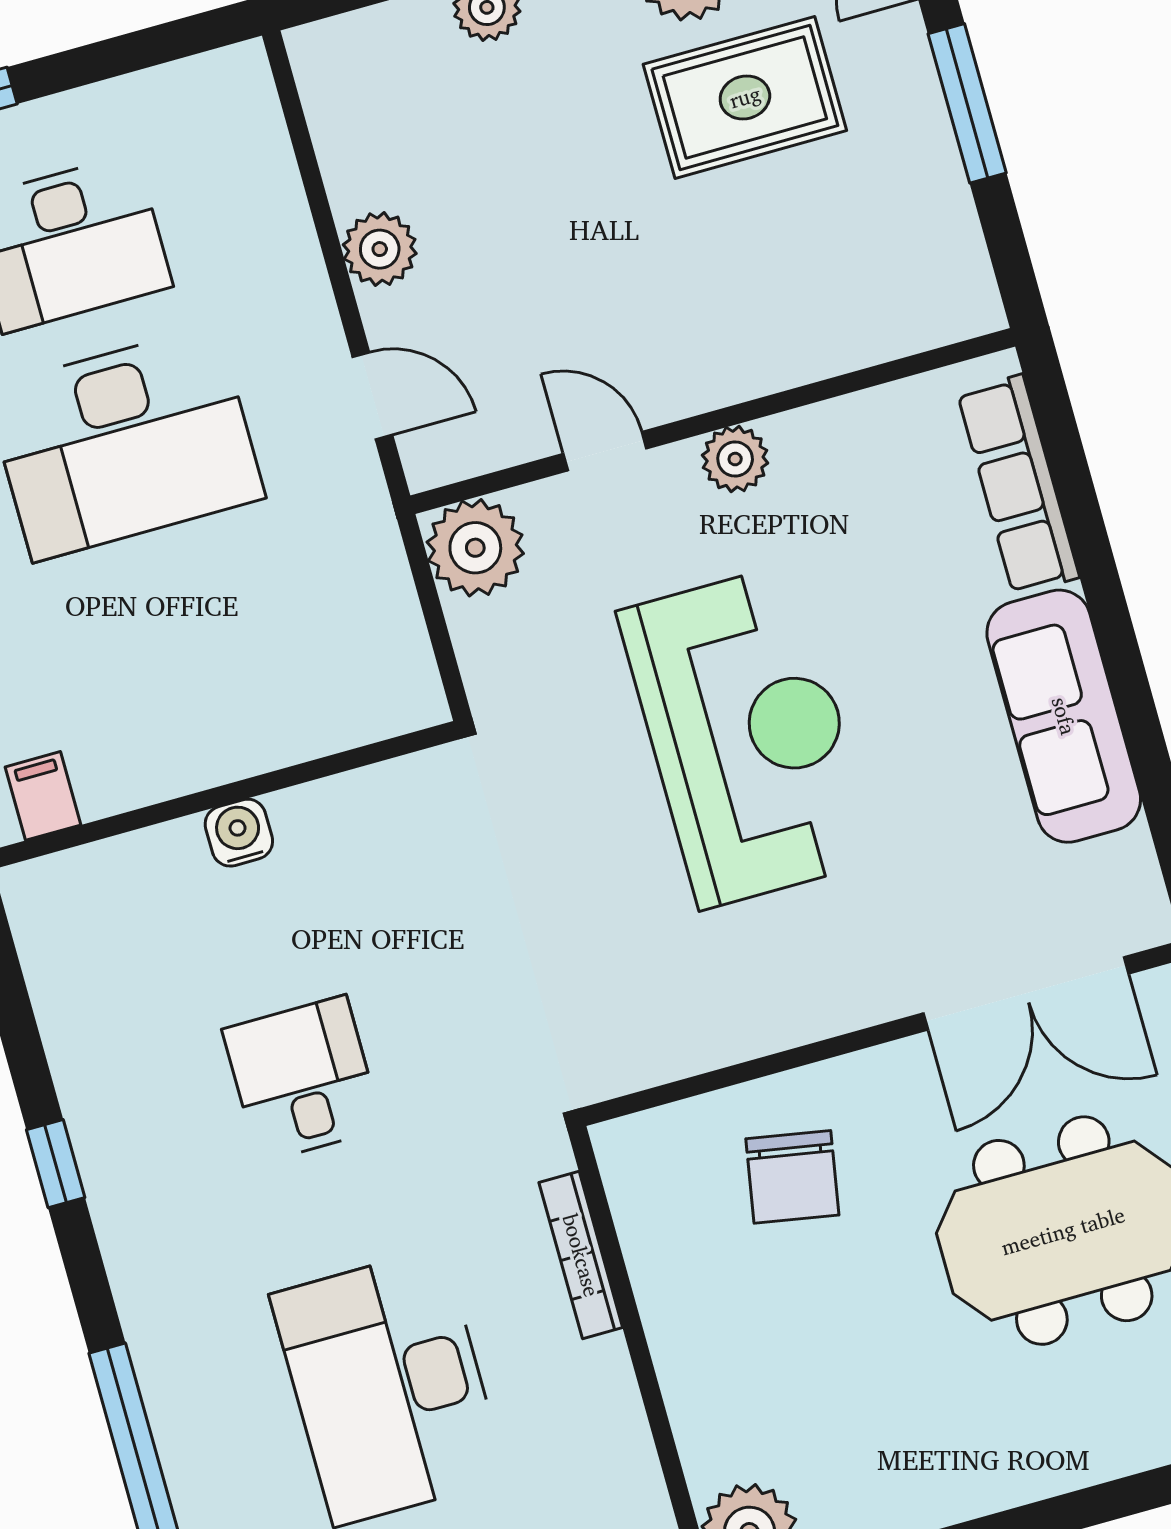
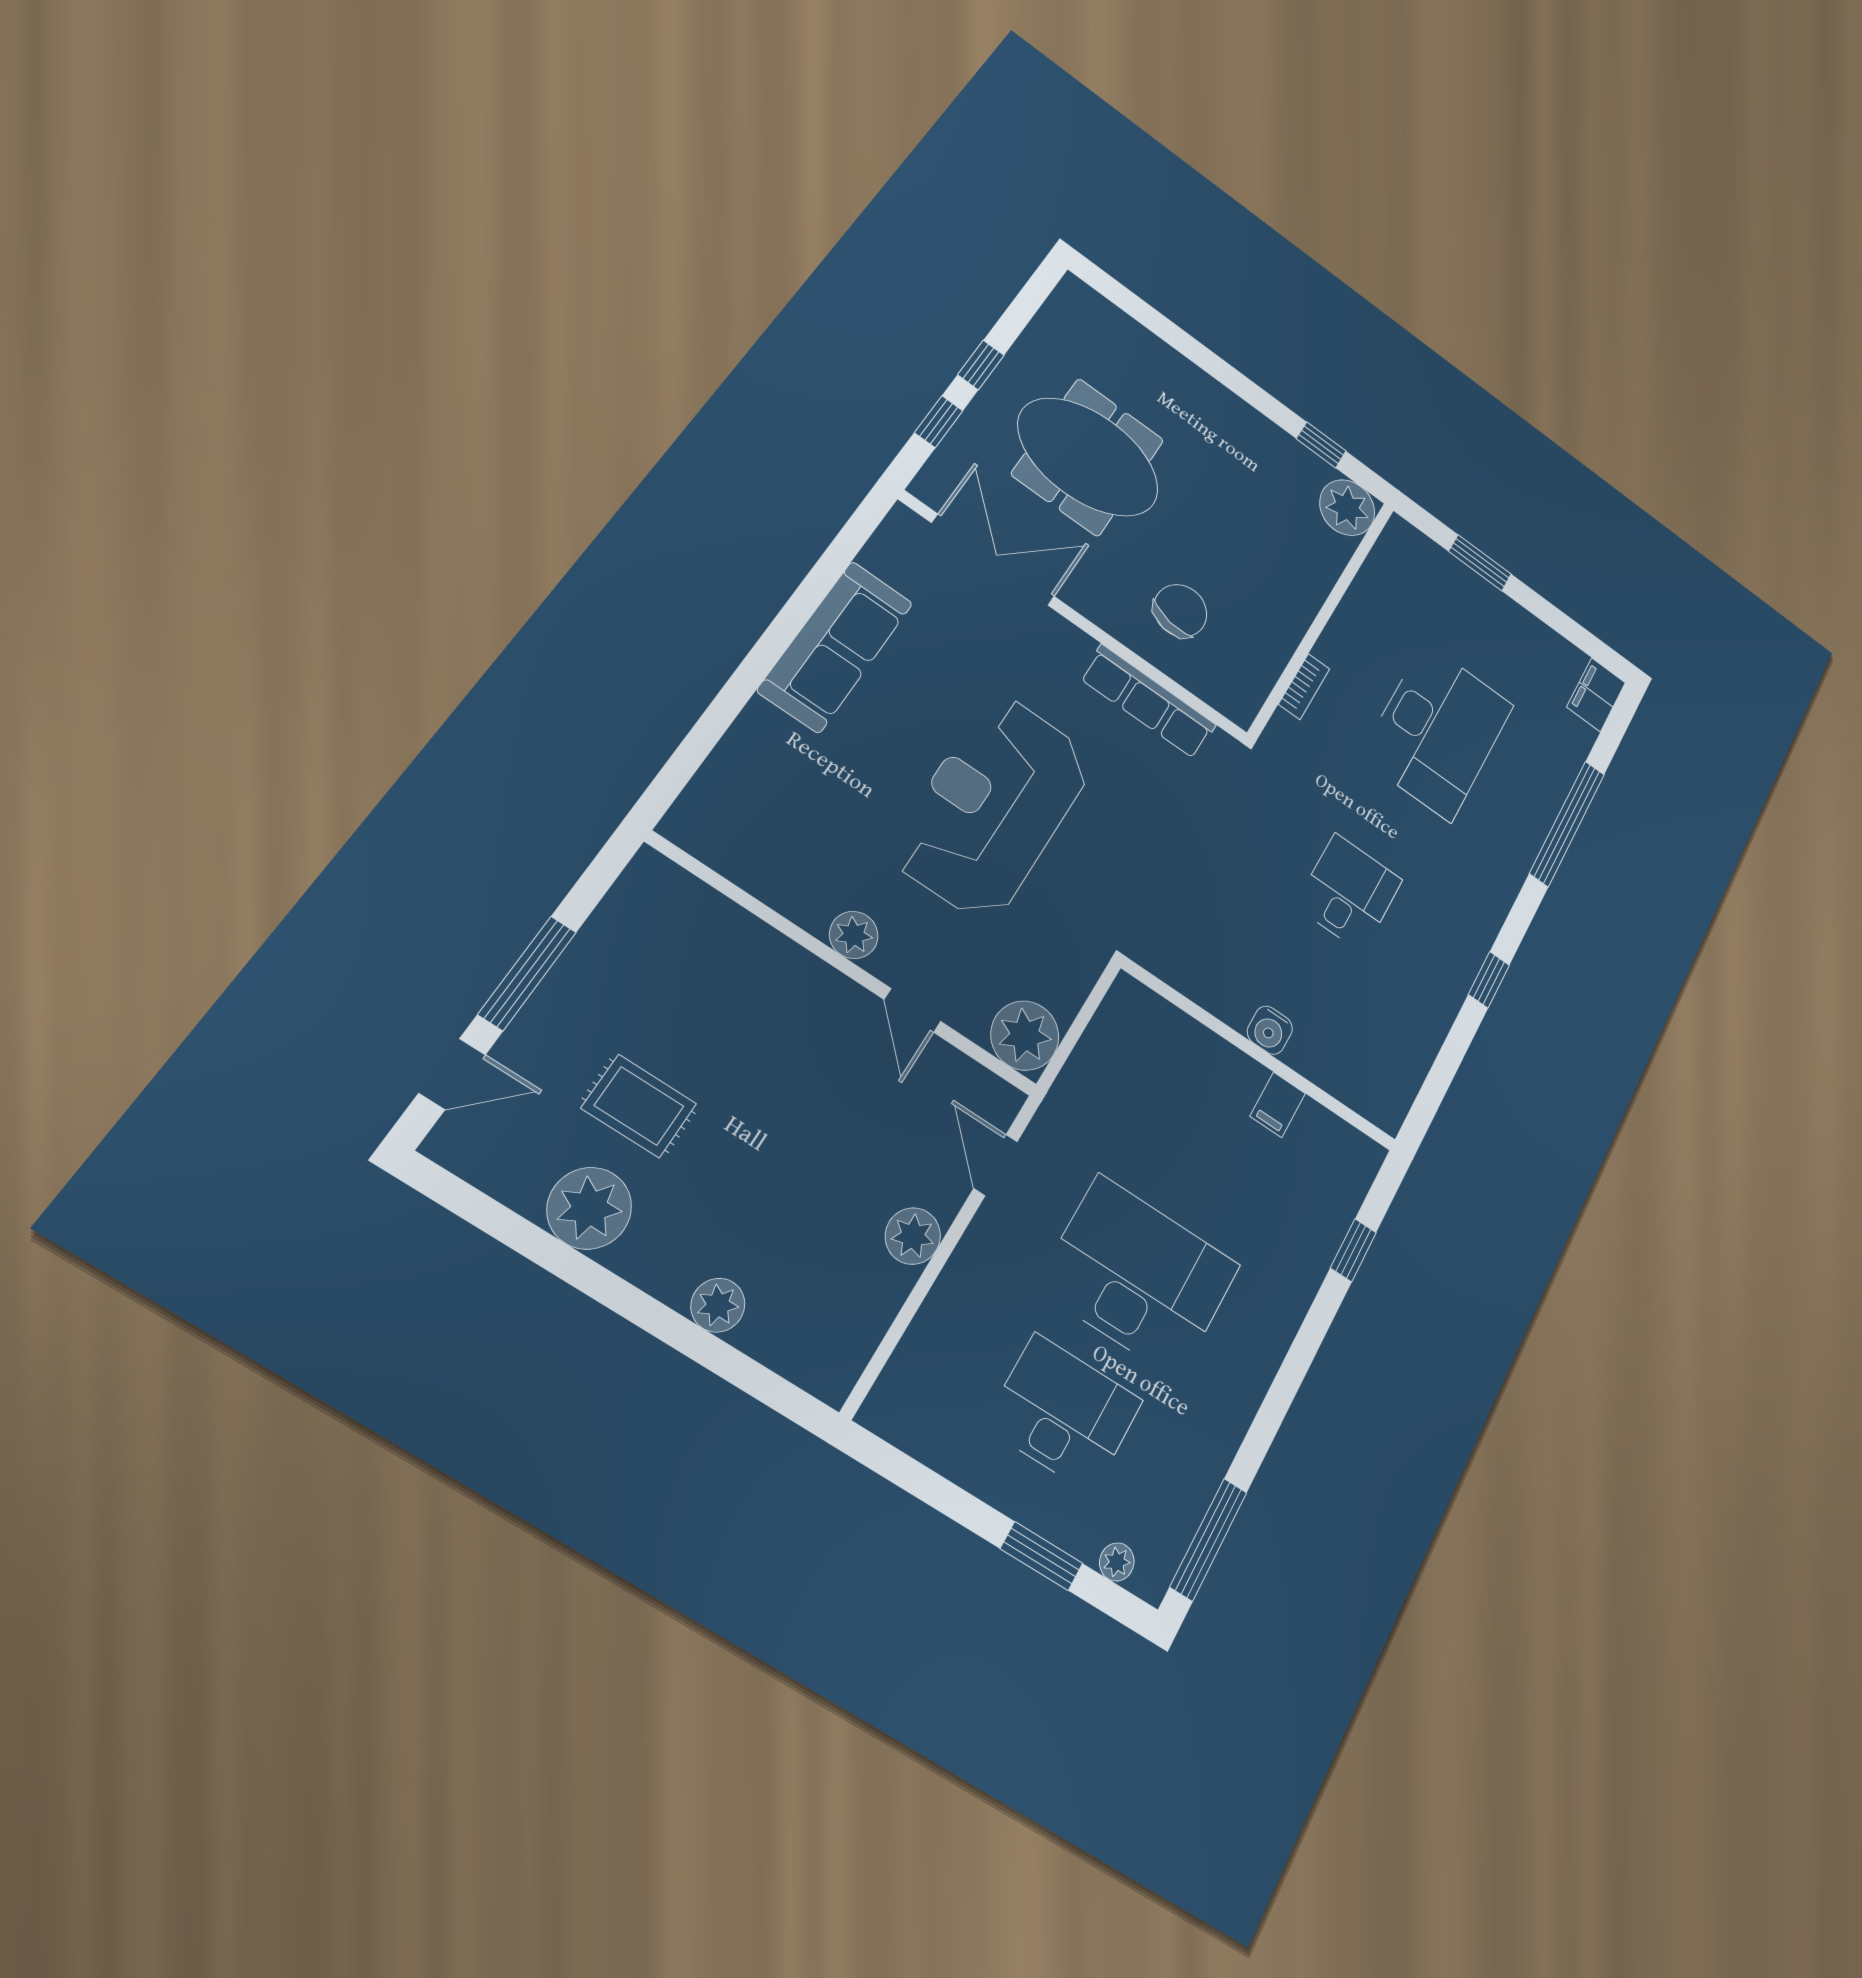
rug: (745, 97) -> (639, 1106), width x0.73, depth x0.70
row of seats: (1018, 485) -> (1148, 702), moved, turned 90
filing cabinet: (43, 796) -> (1278, 1105), moved
desk: (303, 1079) -> (1349, 893), turned 180
bookcase: (581, 1255) -> (1304, 687), width x0.64

